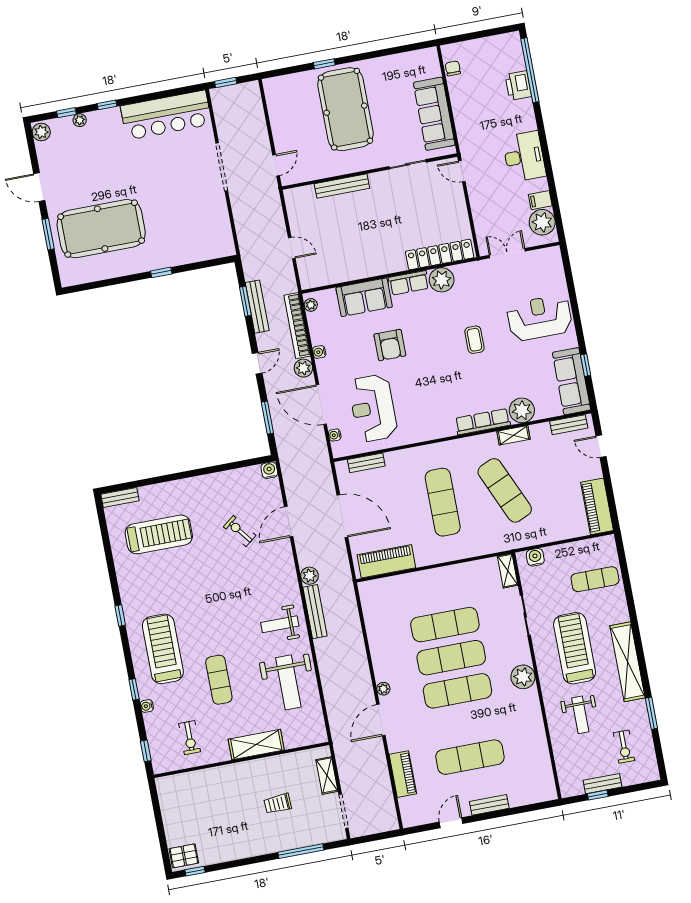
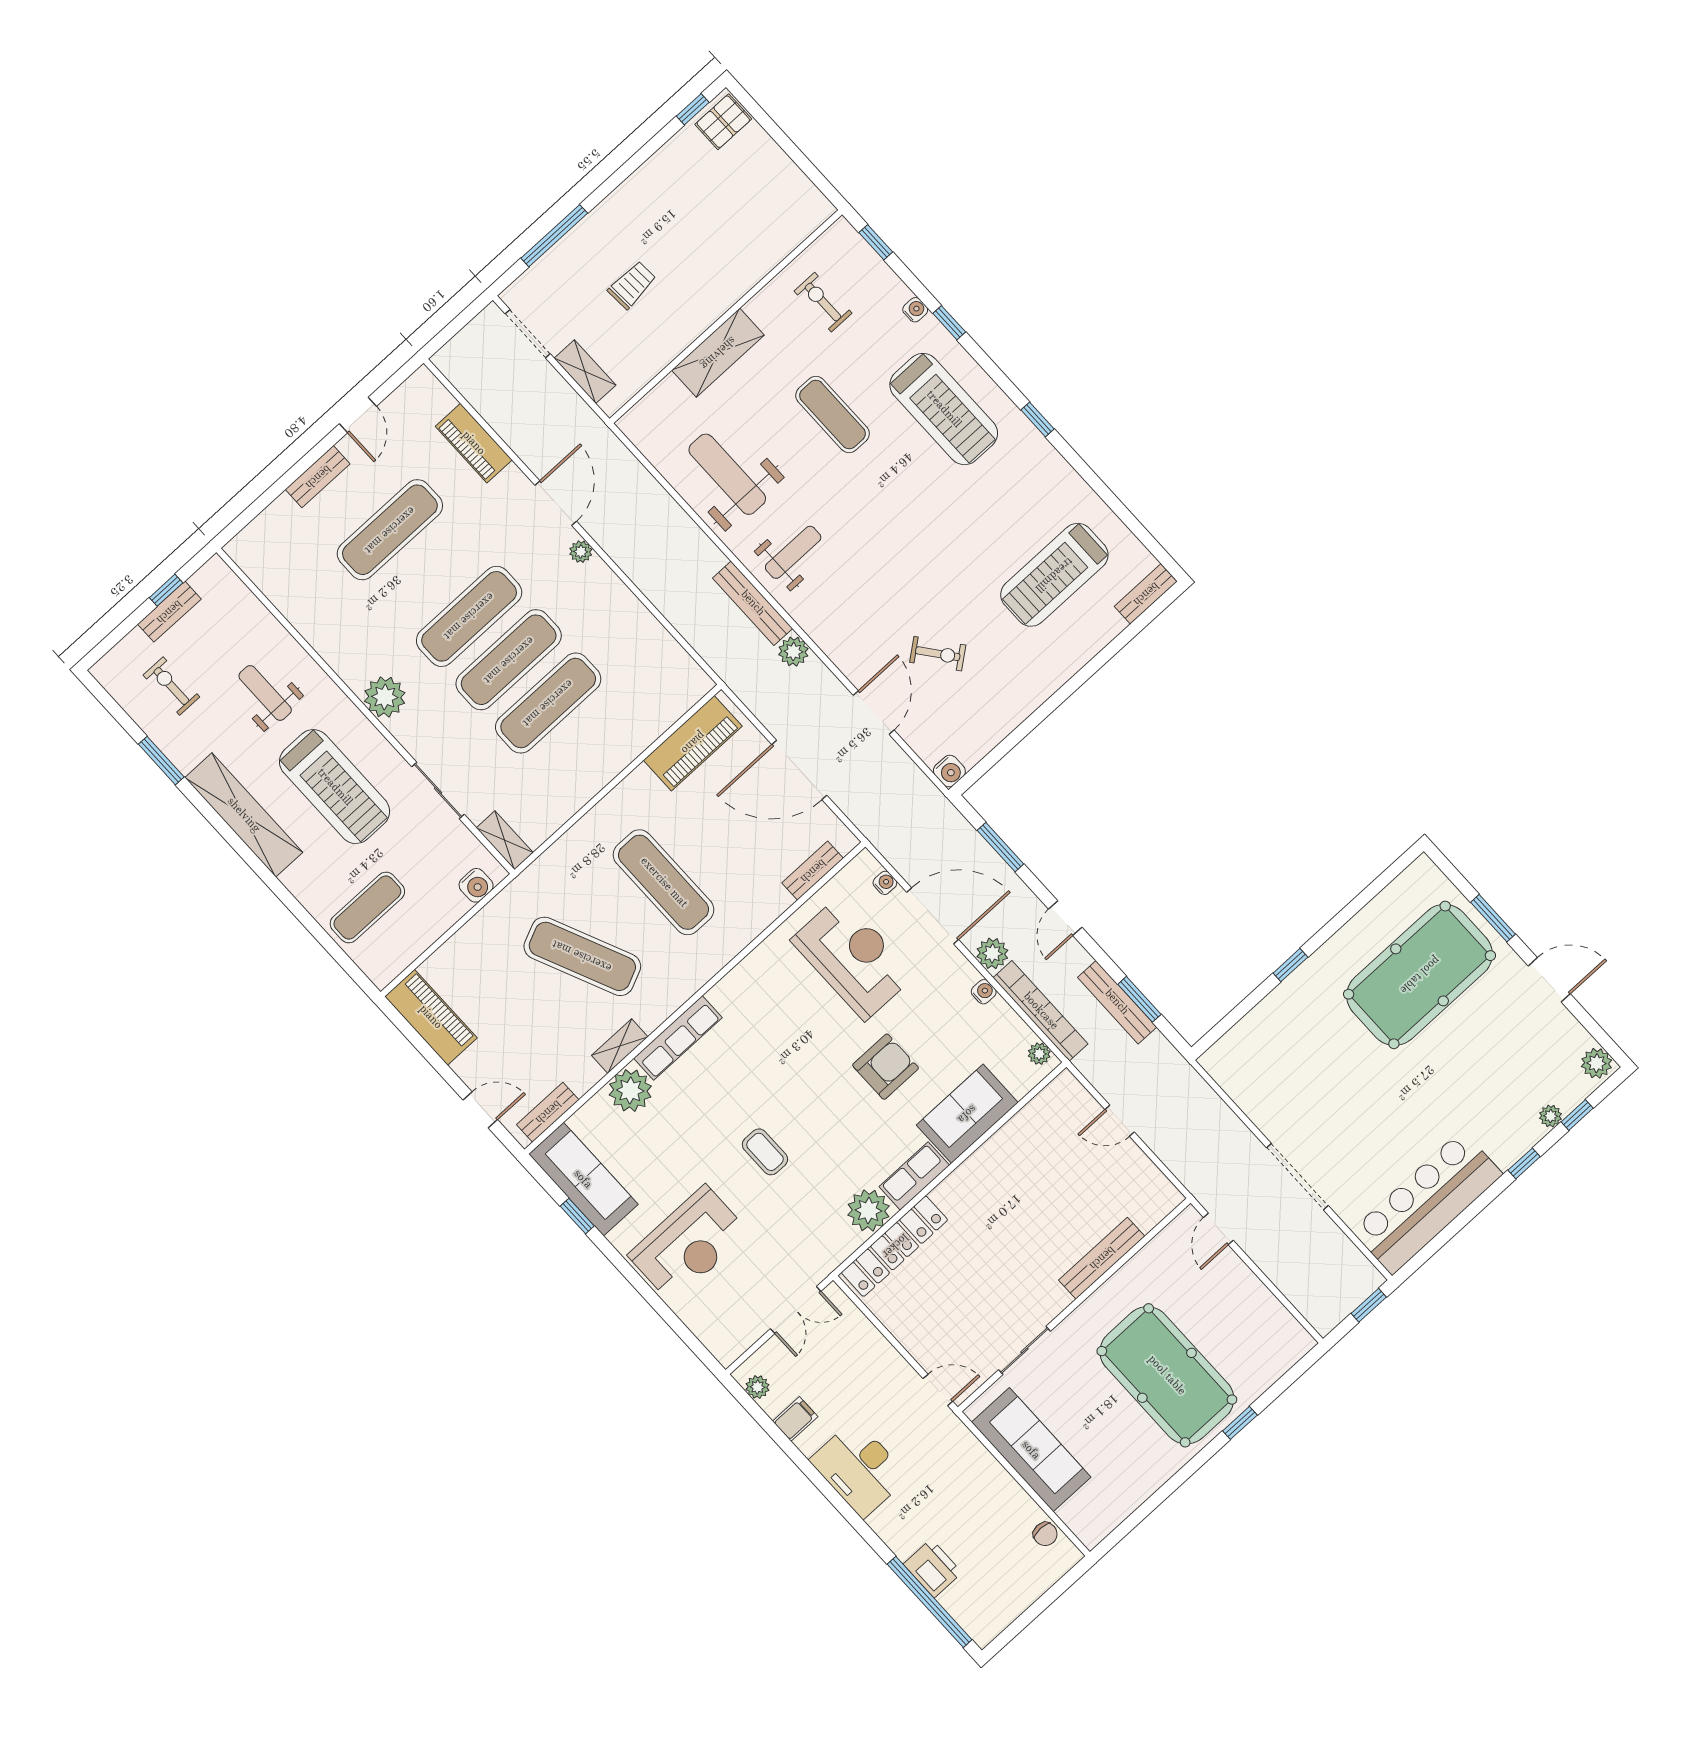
plant: (542, 222) -> (757, 1387), width x0.53, depth x0.53
armchair: (390, 345) -> (886, 1067), turned 90

